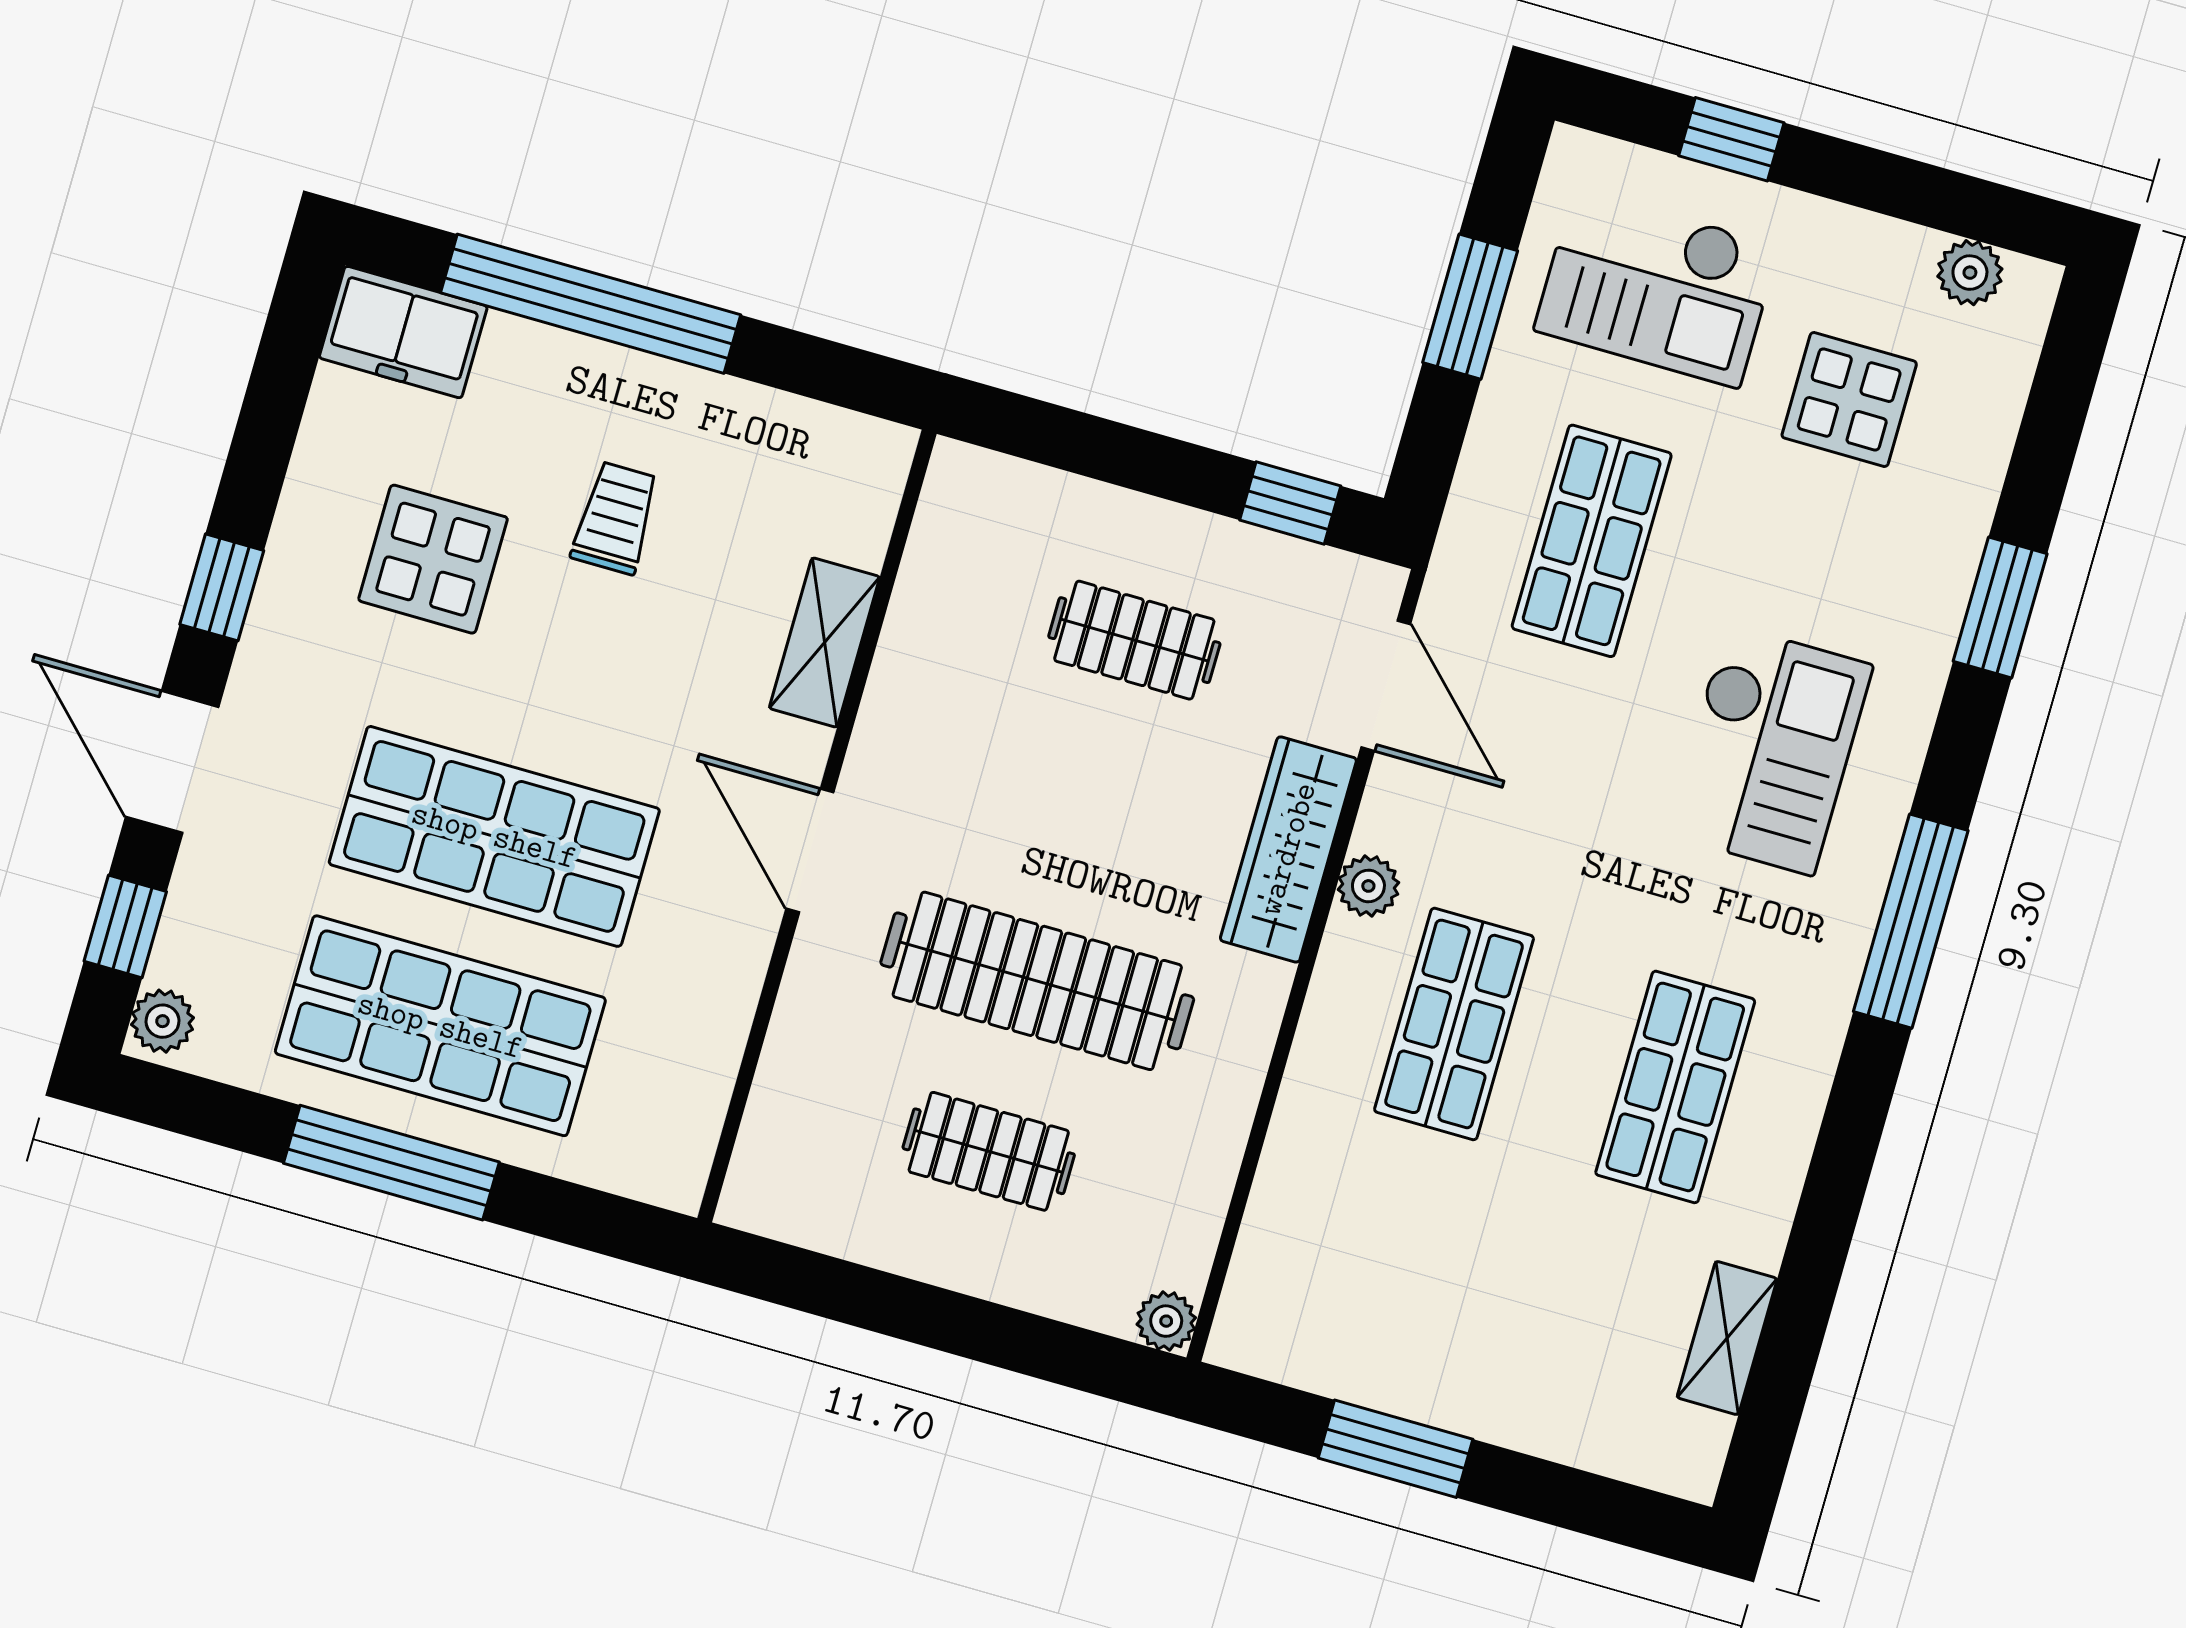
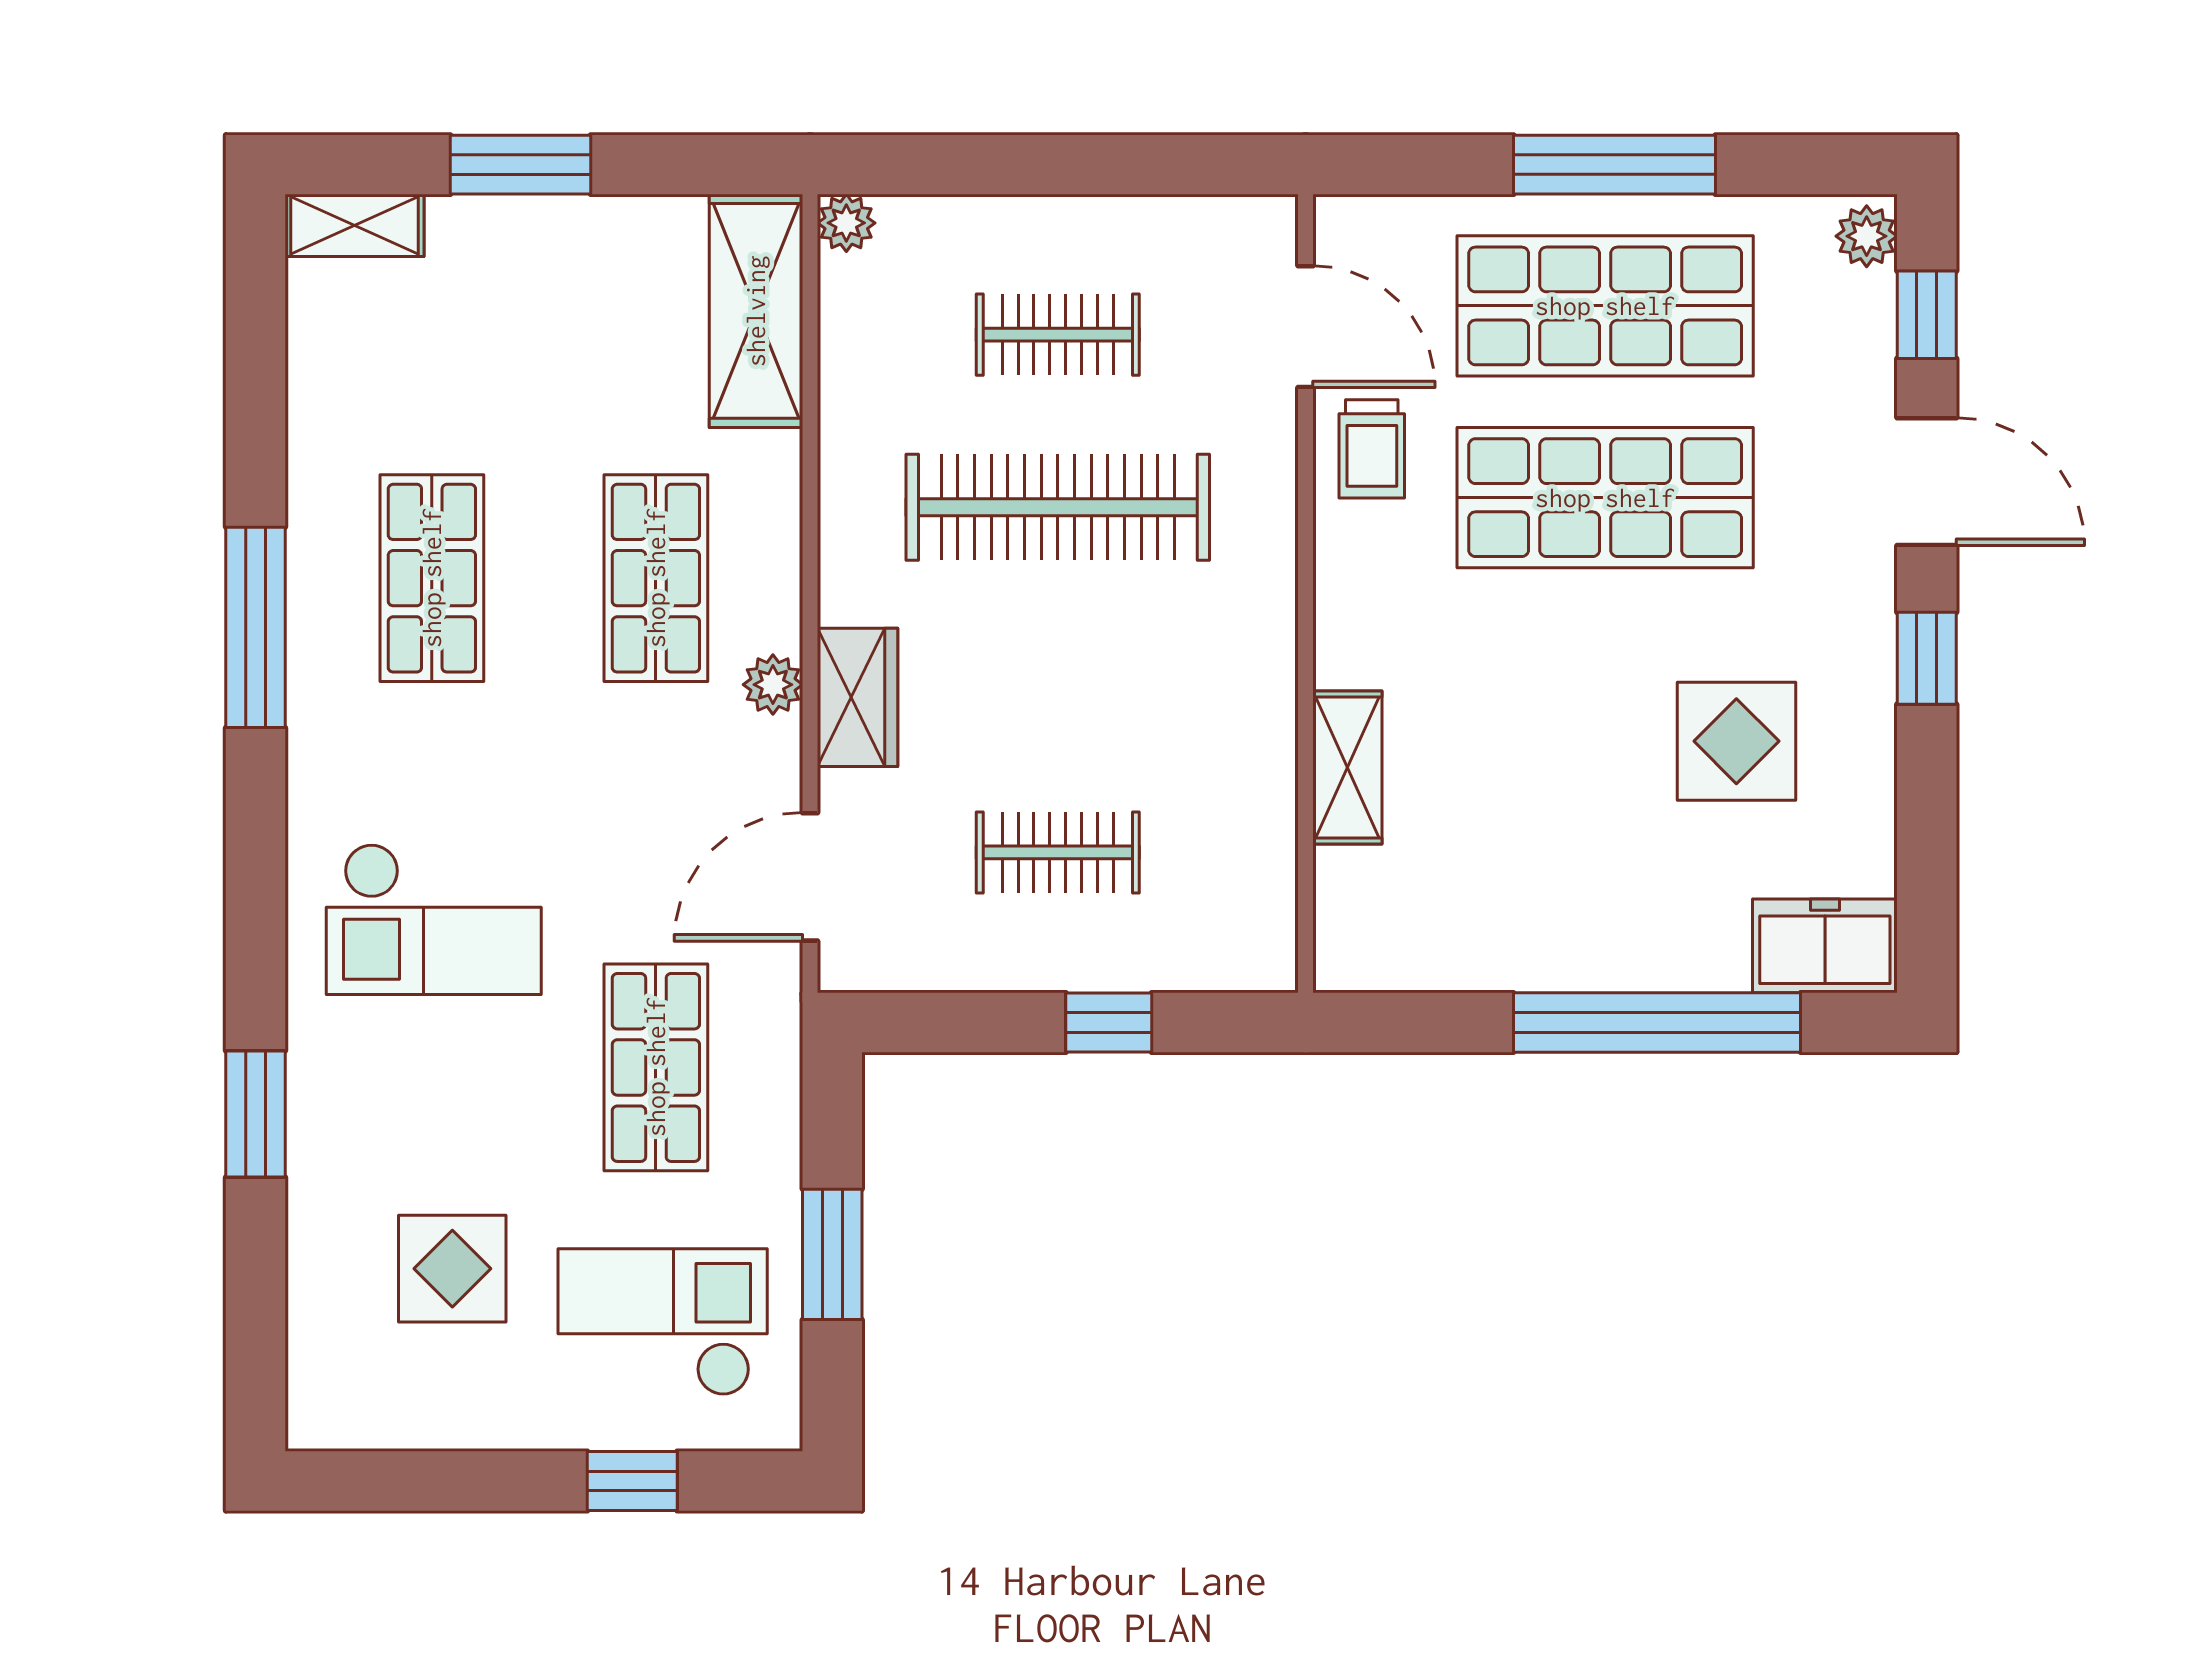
plant: (1970, 273) -> (373, 1420), removed
window: (1290, 503) -> (1109, 1022), moved
trolley: (615, 518) -> (1372, 449), moved
door: (1386, 686) -> (810, 877), hinge flipped
checkout: (1769, 750) -> (434, 919), turned -90
wardrobe: (1288, 849) -> (858, 697), width x0.67
door: (810, 851) -> (1306, 327), moved
window: (1911, 921) -> (255, 627), moved
shelving: (1280, 1260) -> (756, 311), added
shelving: (1727, 1338) -> (354, 225), moved, turned 90
window: (1396, 1449) -> (520, 165), moved

